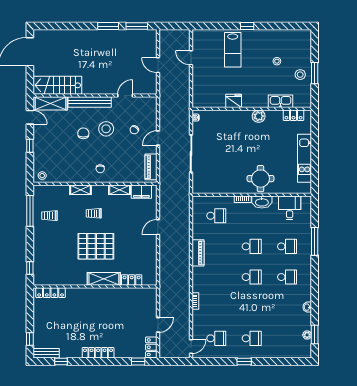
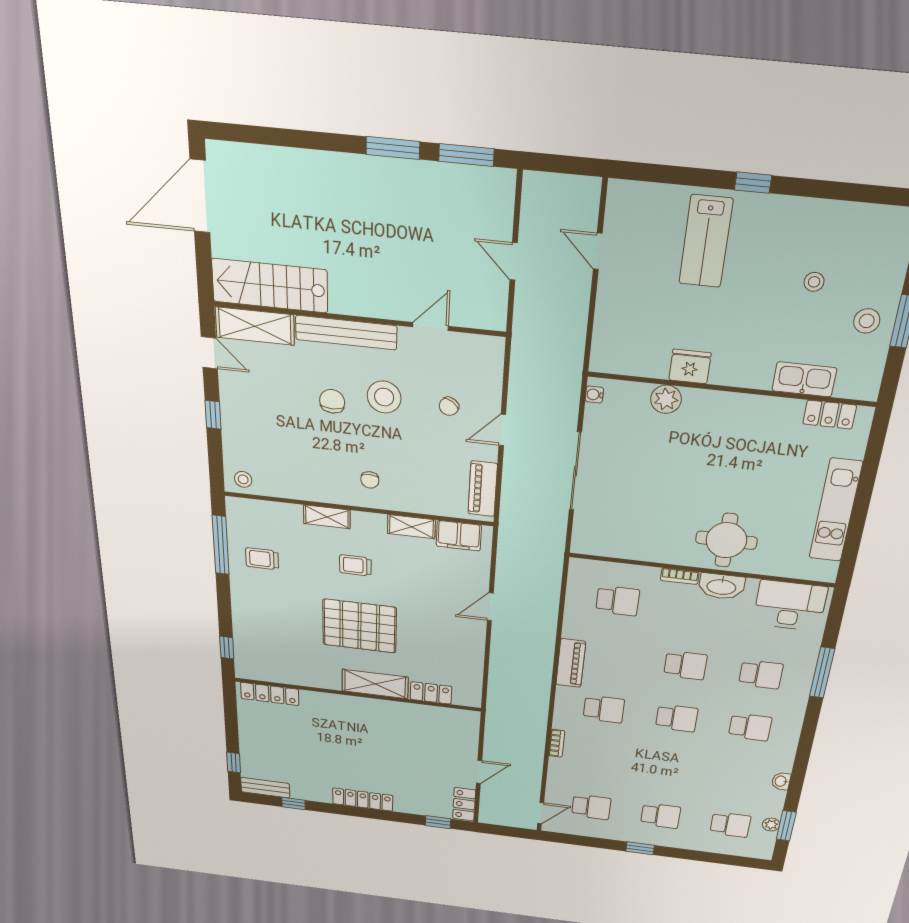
plant: (259, 116) -> (666, 399), moved
desk: (290, 208) -> (790, 606), width x1.37
school desk: (216, 277) -> (604, 709), added
school desk: (287, 338) -> (730, 825), added

